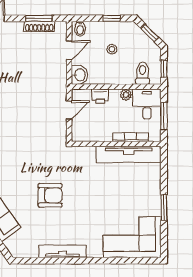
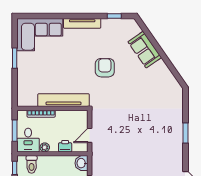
tv unit: (129, 154) -> (64, 100), moved
armchair: (50, 195) -> (105, 68), turned 90
tv unit: (63, 251) -> (82, 23), moved
window: (38, 261) -> (114, 16), added

